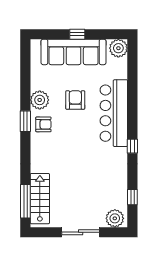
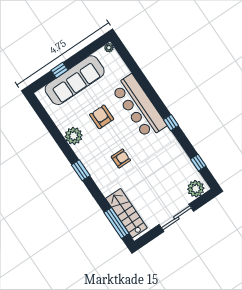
window: (77, 34) -> (59, 70), moved
plant: (118, 48) -> (109, 48), width x0.53, depth x0.53
window: (25, 121) -> (81, 170), moved
armchair: (43, 124) -> (121, 158), moved

